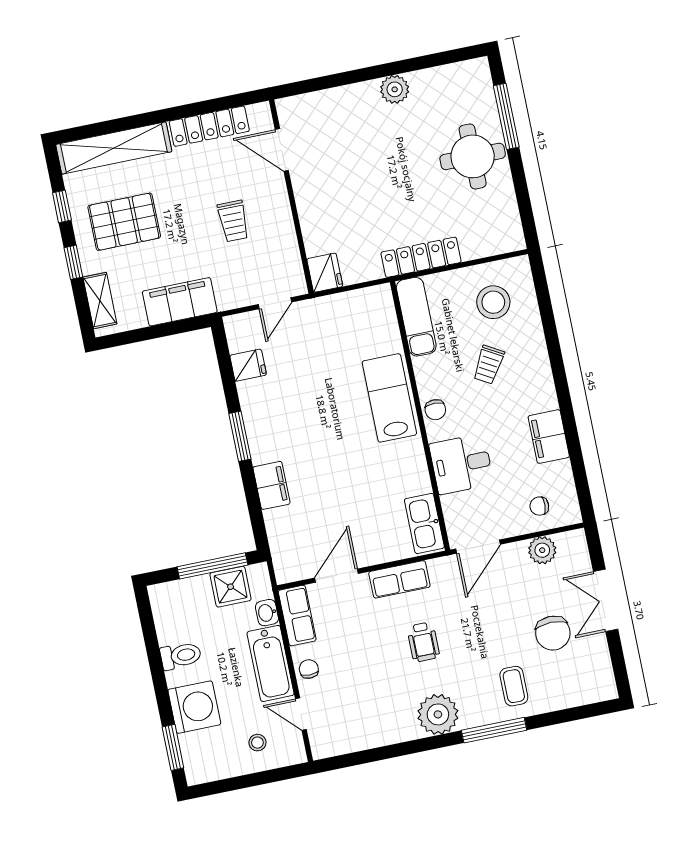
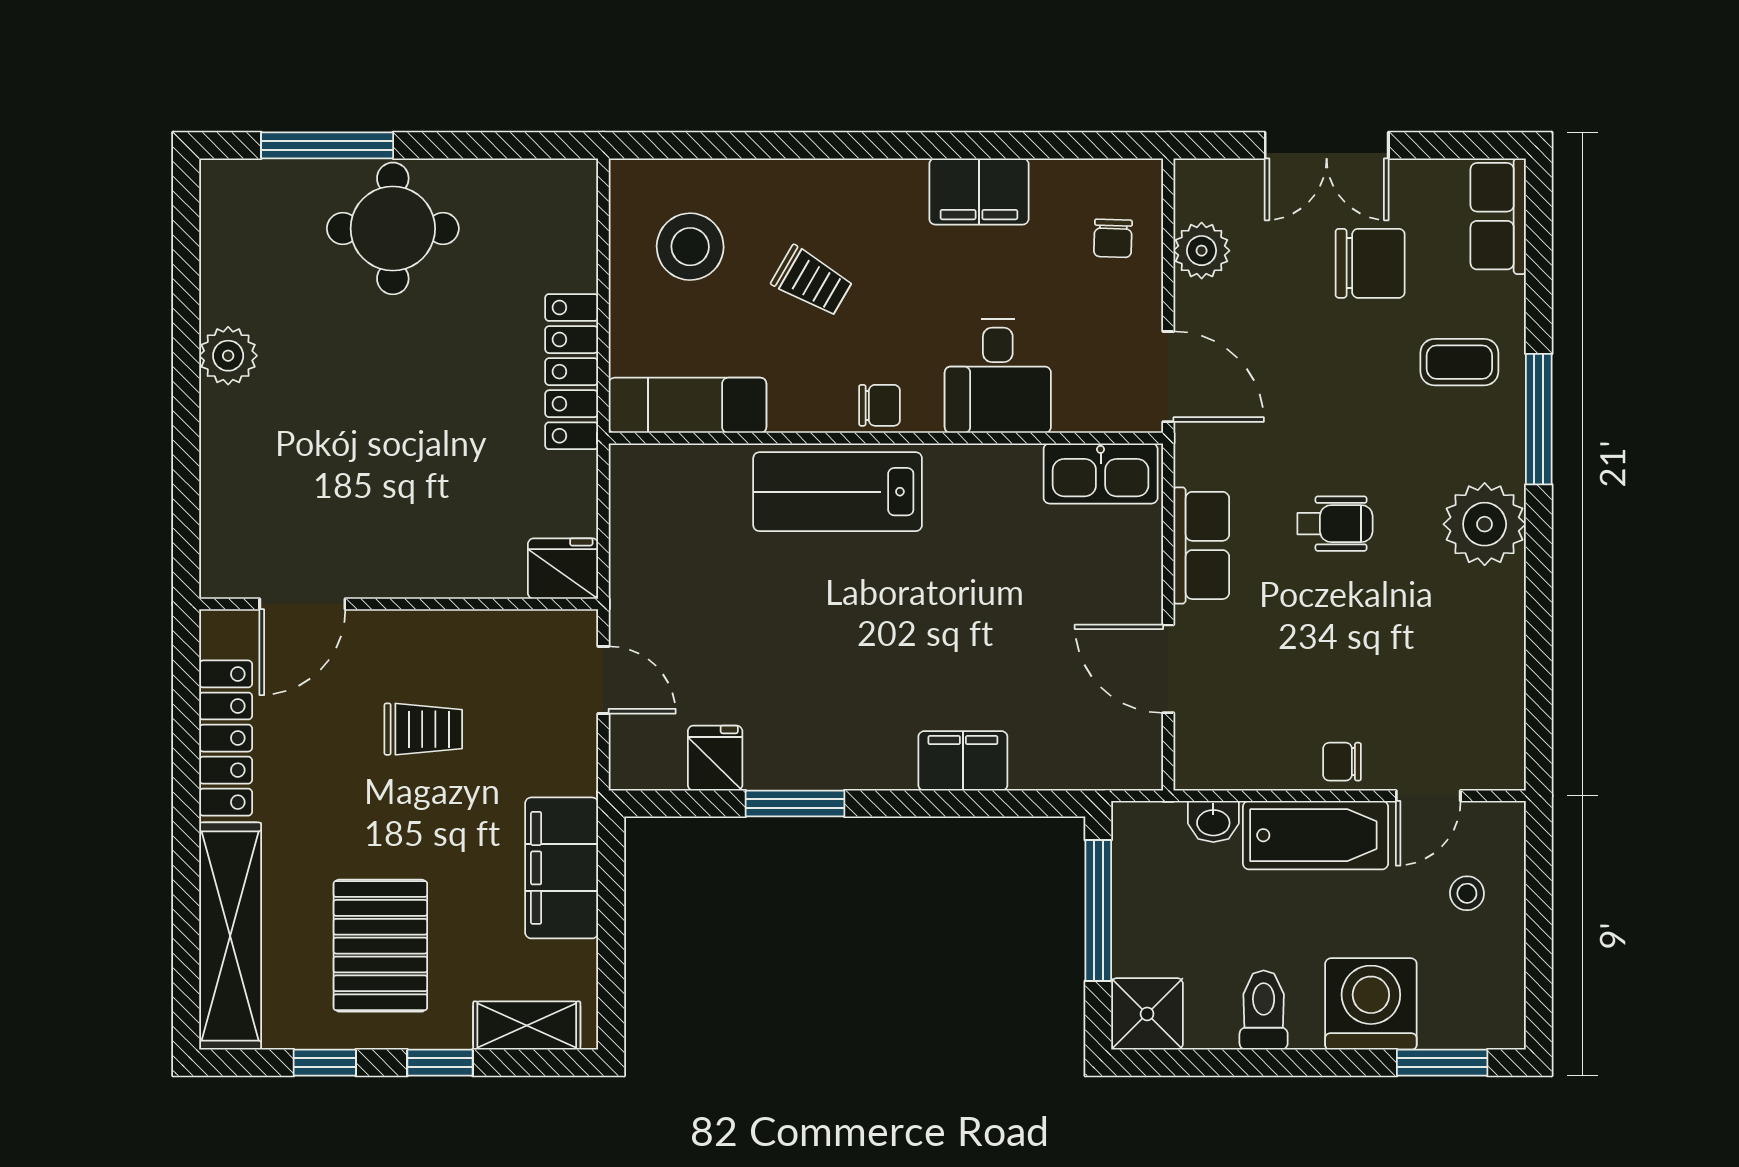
window: (240, 436) -> (795, 804), moved
shower: (231, 587) -> (1147, 1014), moved
row of seats: (297, 616) -> (1498, 216), moved, turned -90

